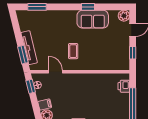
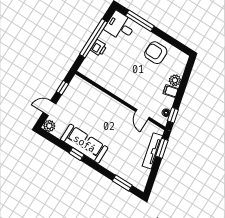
sofa: (93, 19) -> (84, 144), width x1.36
coffee table: (73, 51) -> (115, 123), removed
printer: (124, 86) -> (99, 48), moved

